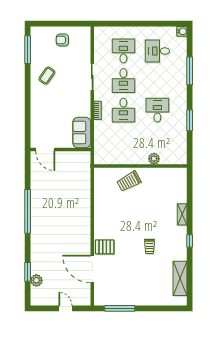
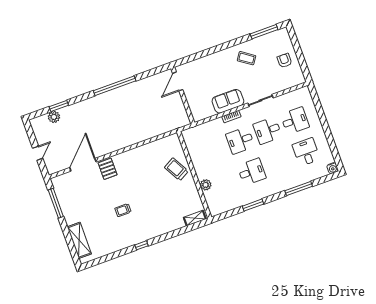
sofa: (82, 133) -> (228, 101), moved
shelving: (182, 214) -> (195, 218), moved
shelving: (180, 278) -> (79, 240), moved, turned 90

